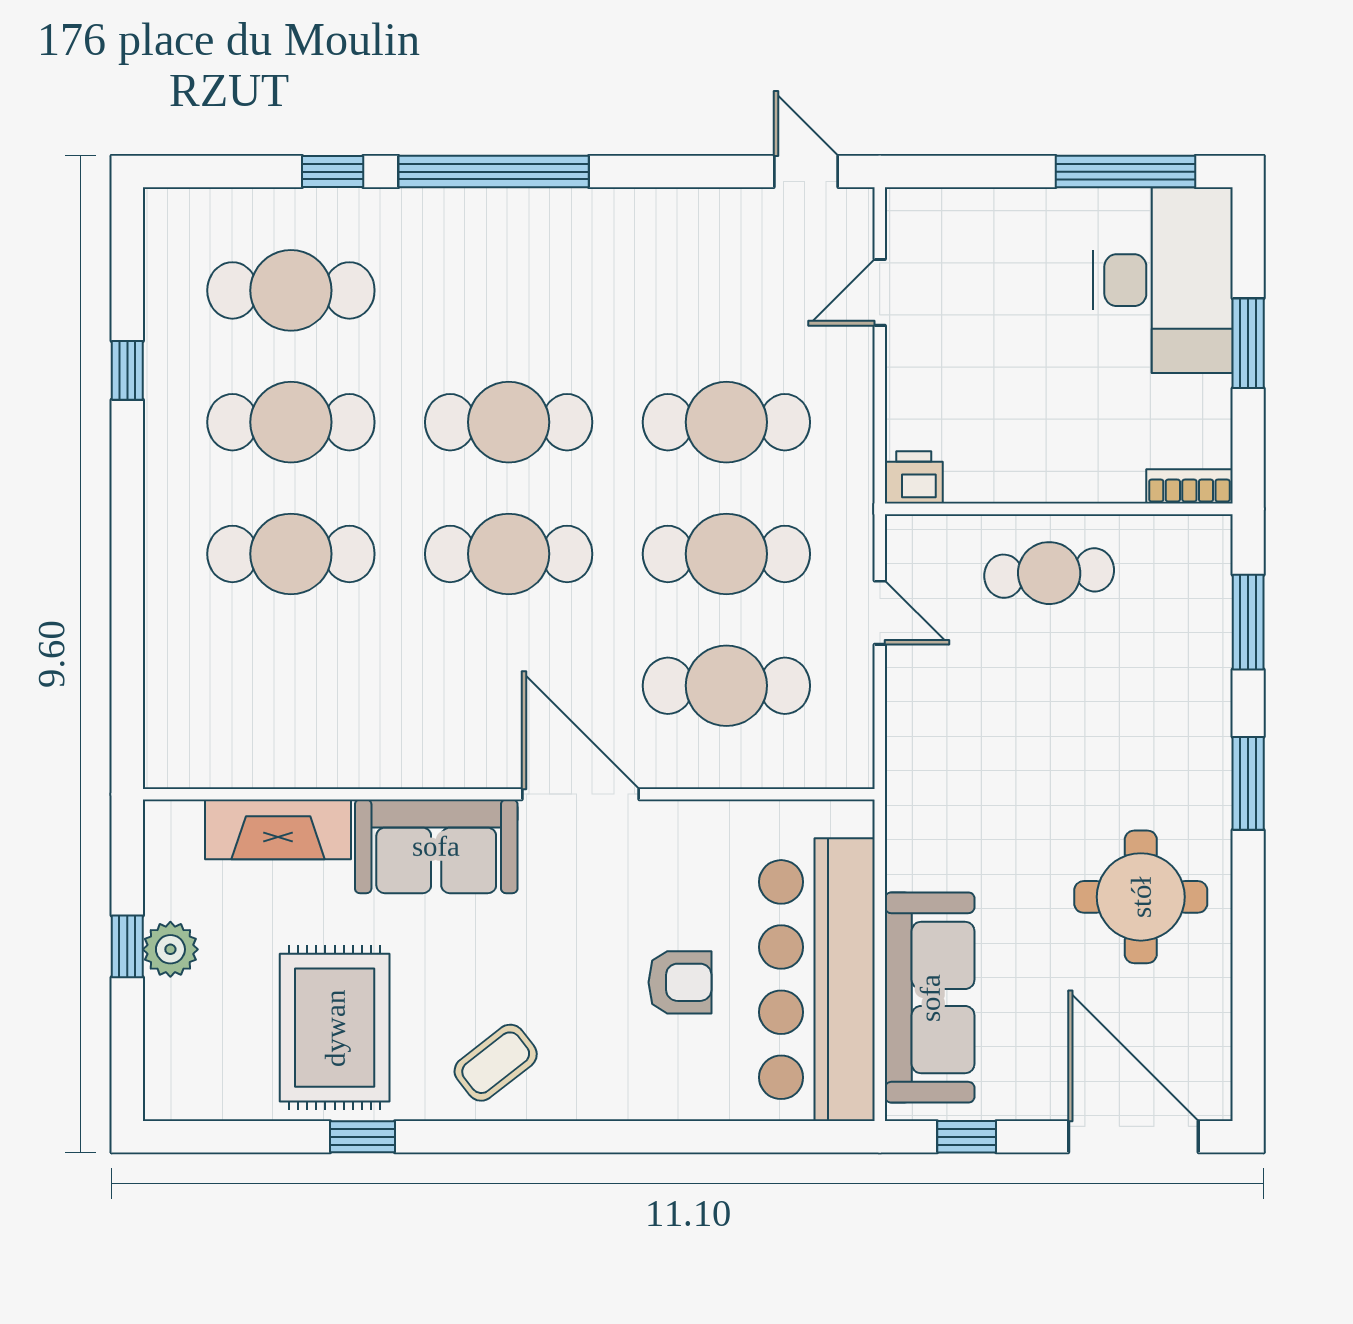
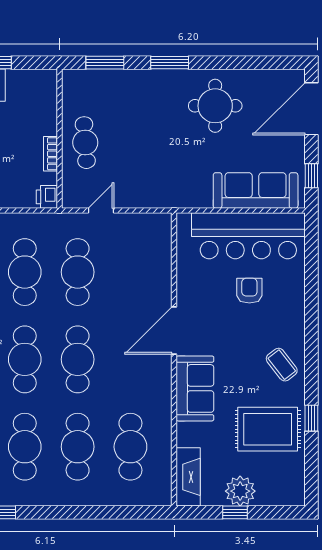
bookcase: (1189, 486) -> (50, 154), moved
cafe table: (726, 686) -> (130, 447), moved
fireplace: (278, 829) -> (188, 477), moved
plant: (170, 949) -> (240, 491), width x1.36, depth x1.36

